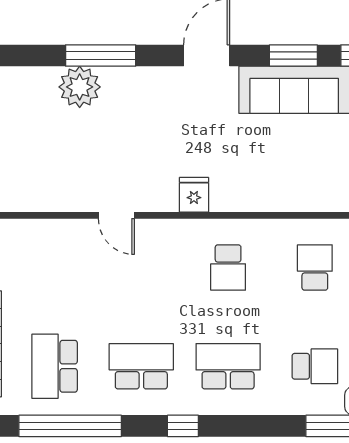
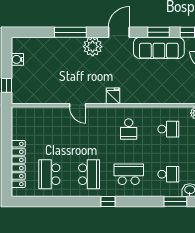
plant: (80, 87) -> (93, 47), moved
school desk: (315, 267) -> (168, 129), turned 90
school desk: (141, 366) -> (89, 174), turned 90
window: (70, 426) -> (56, 202), removed

